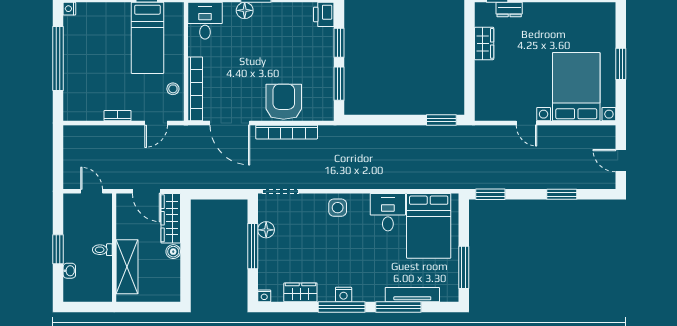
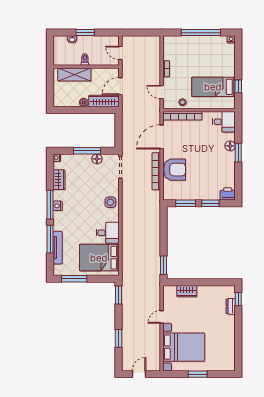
wardrobe: (484, 43) -> (187, 291), moved
door: (92, 191) -> (120, 53), swing flipped

